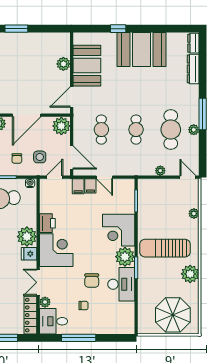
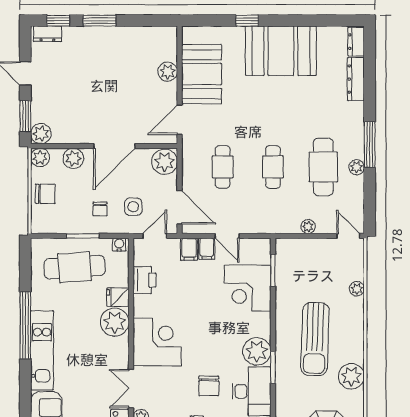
printer: (47, 223) -> (144, 280), moved
corner desk: (119, 230) -> (248, 288), moved
sun lounger: (165, 248) -> (315, 339), turned -88
fridge: (29, 254) -> (118, 297), moved

